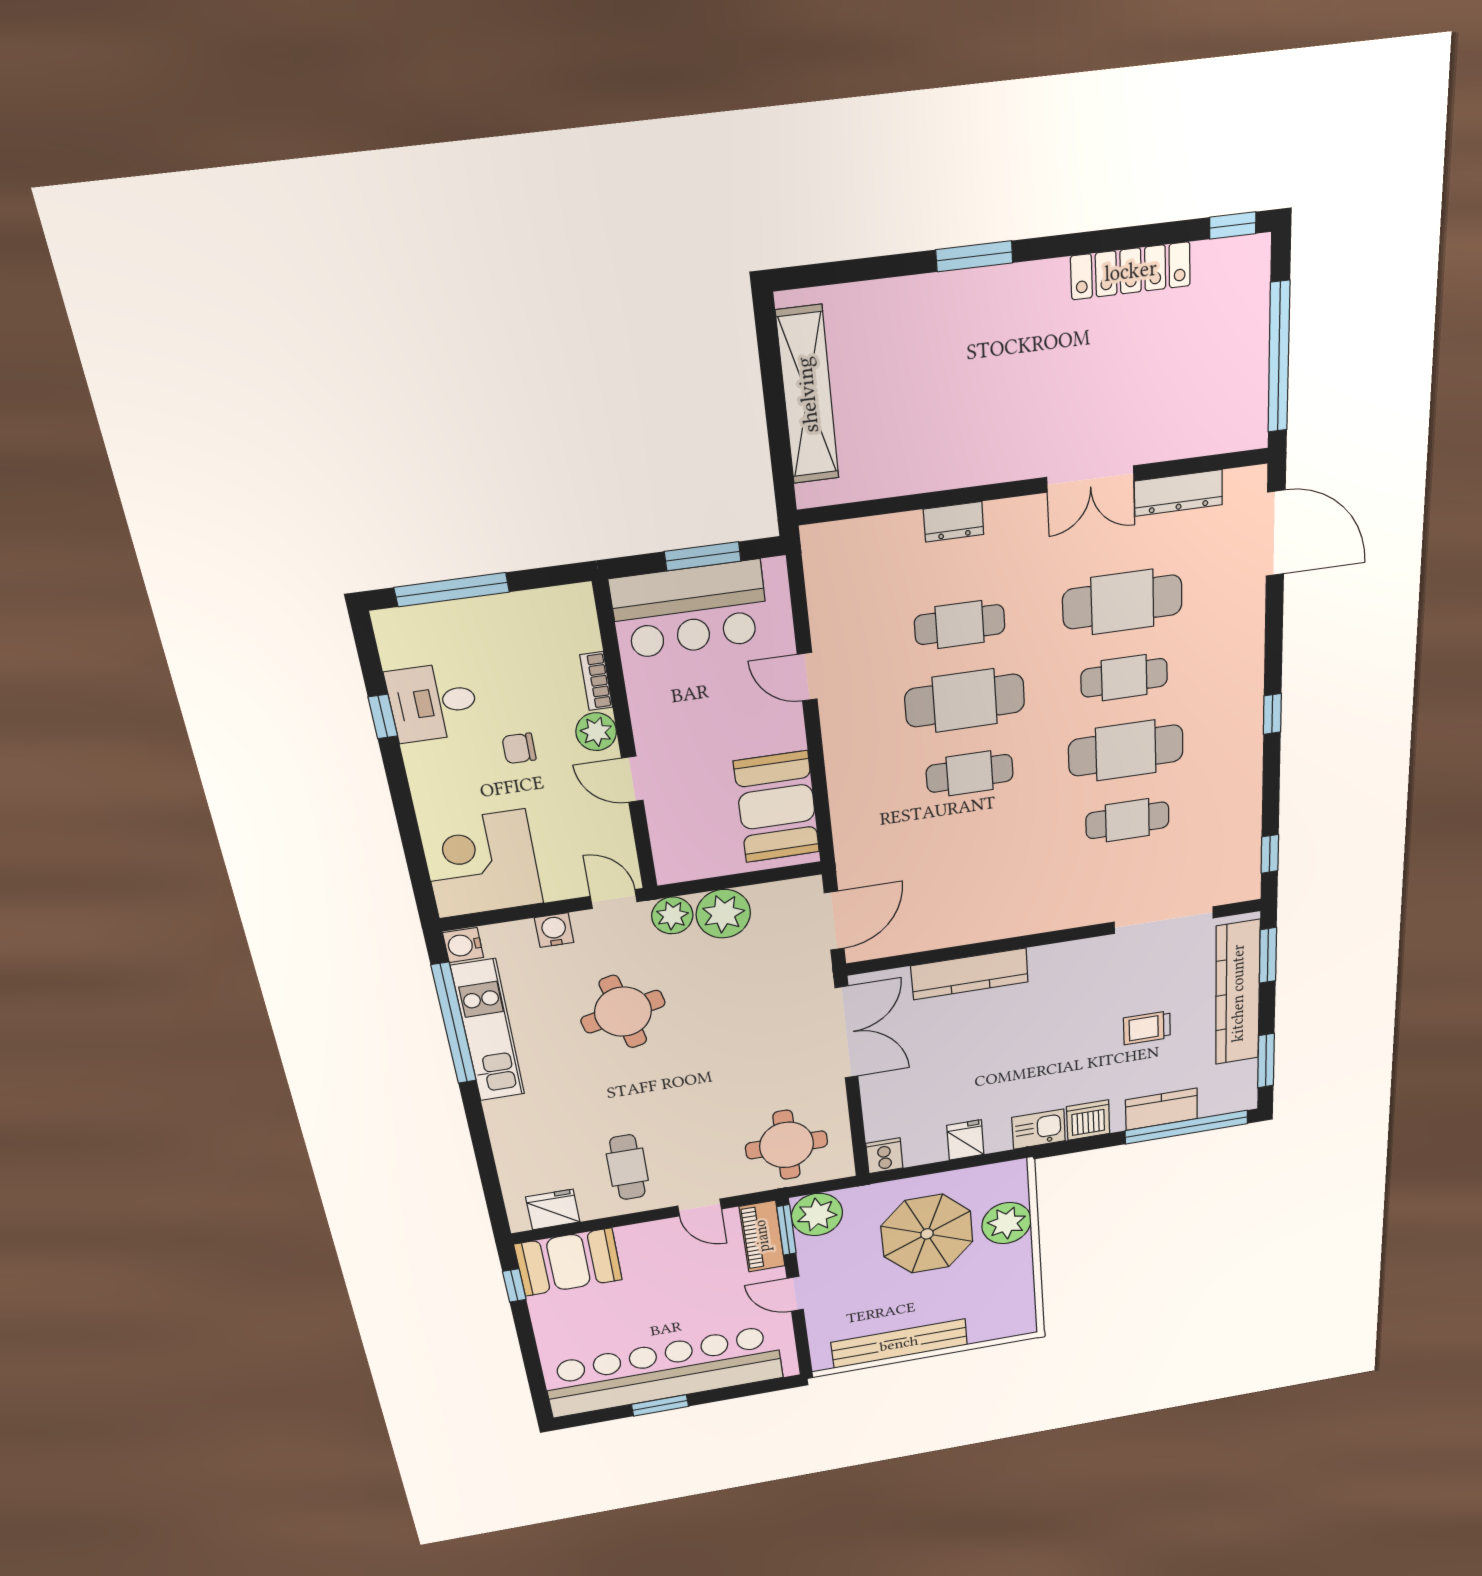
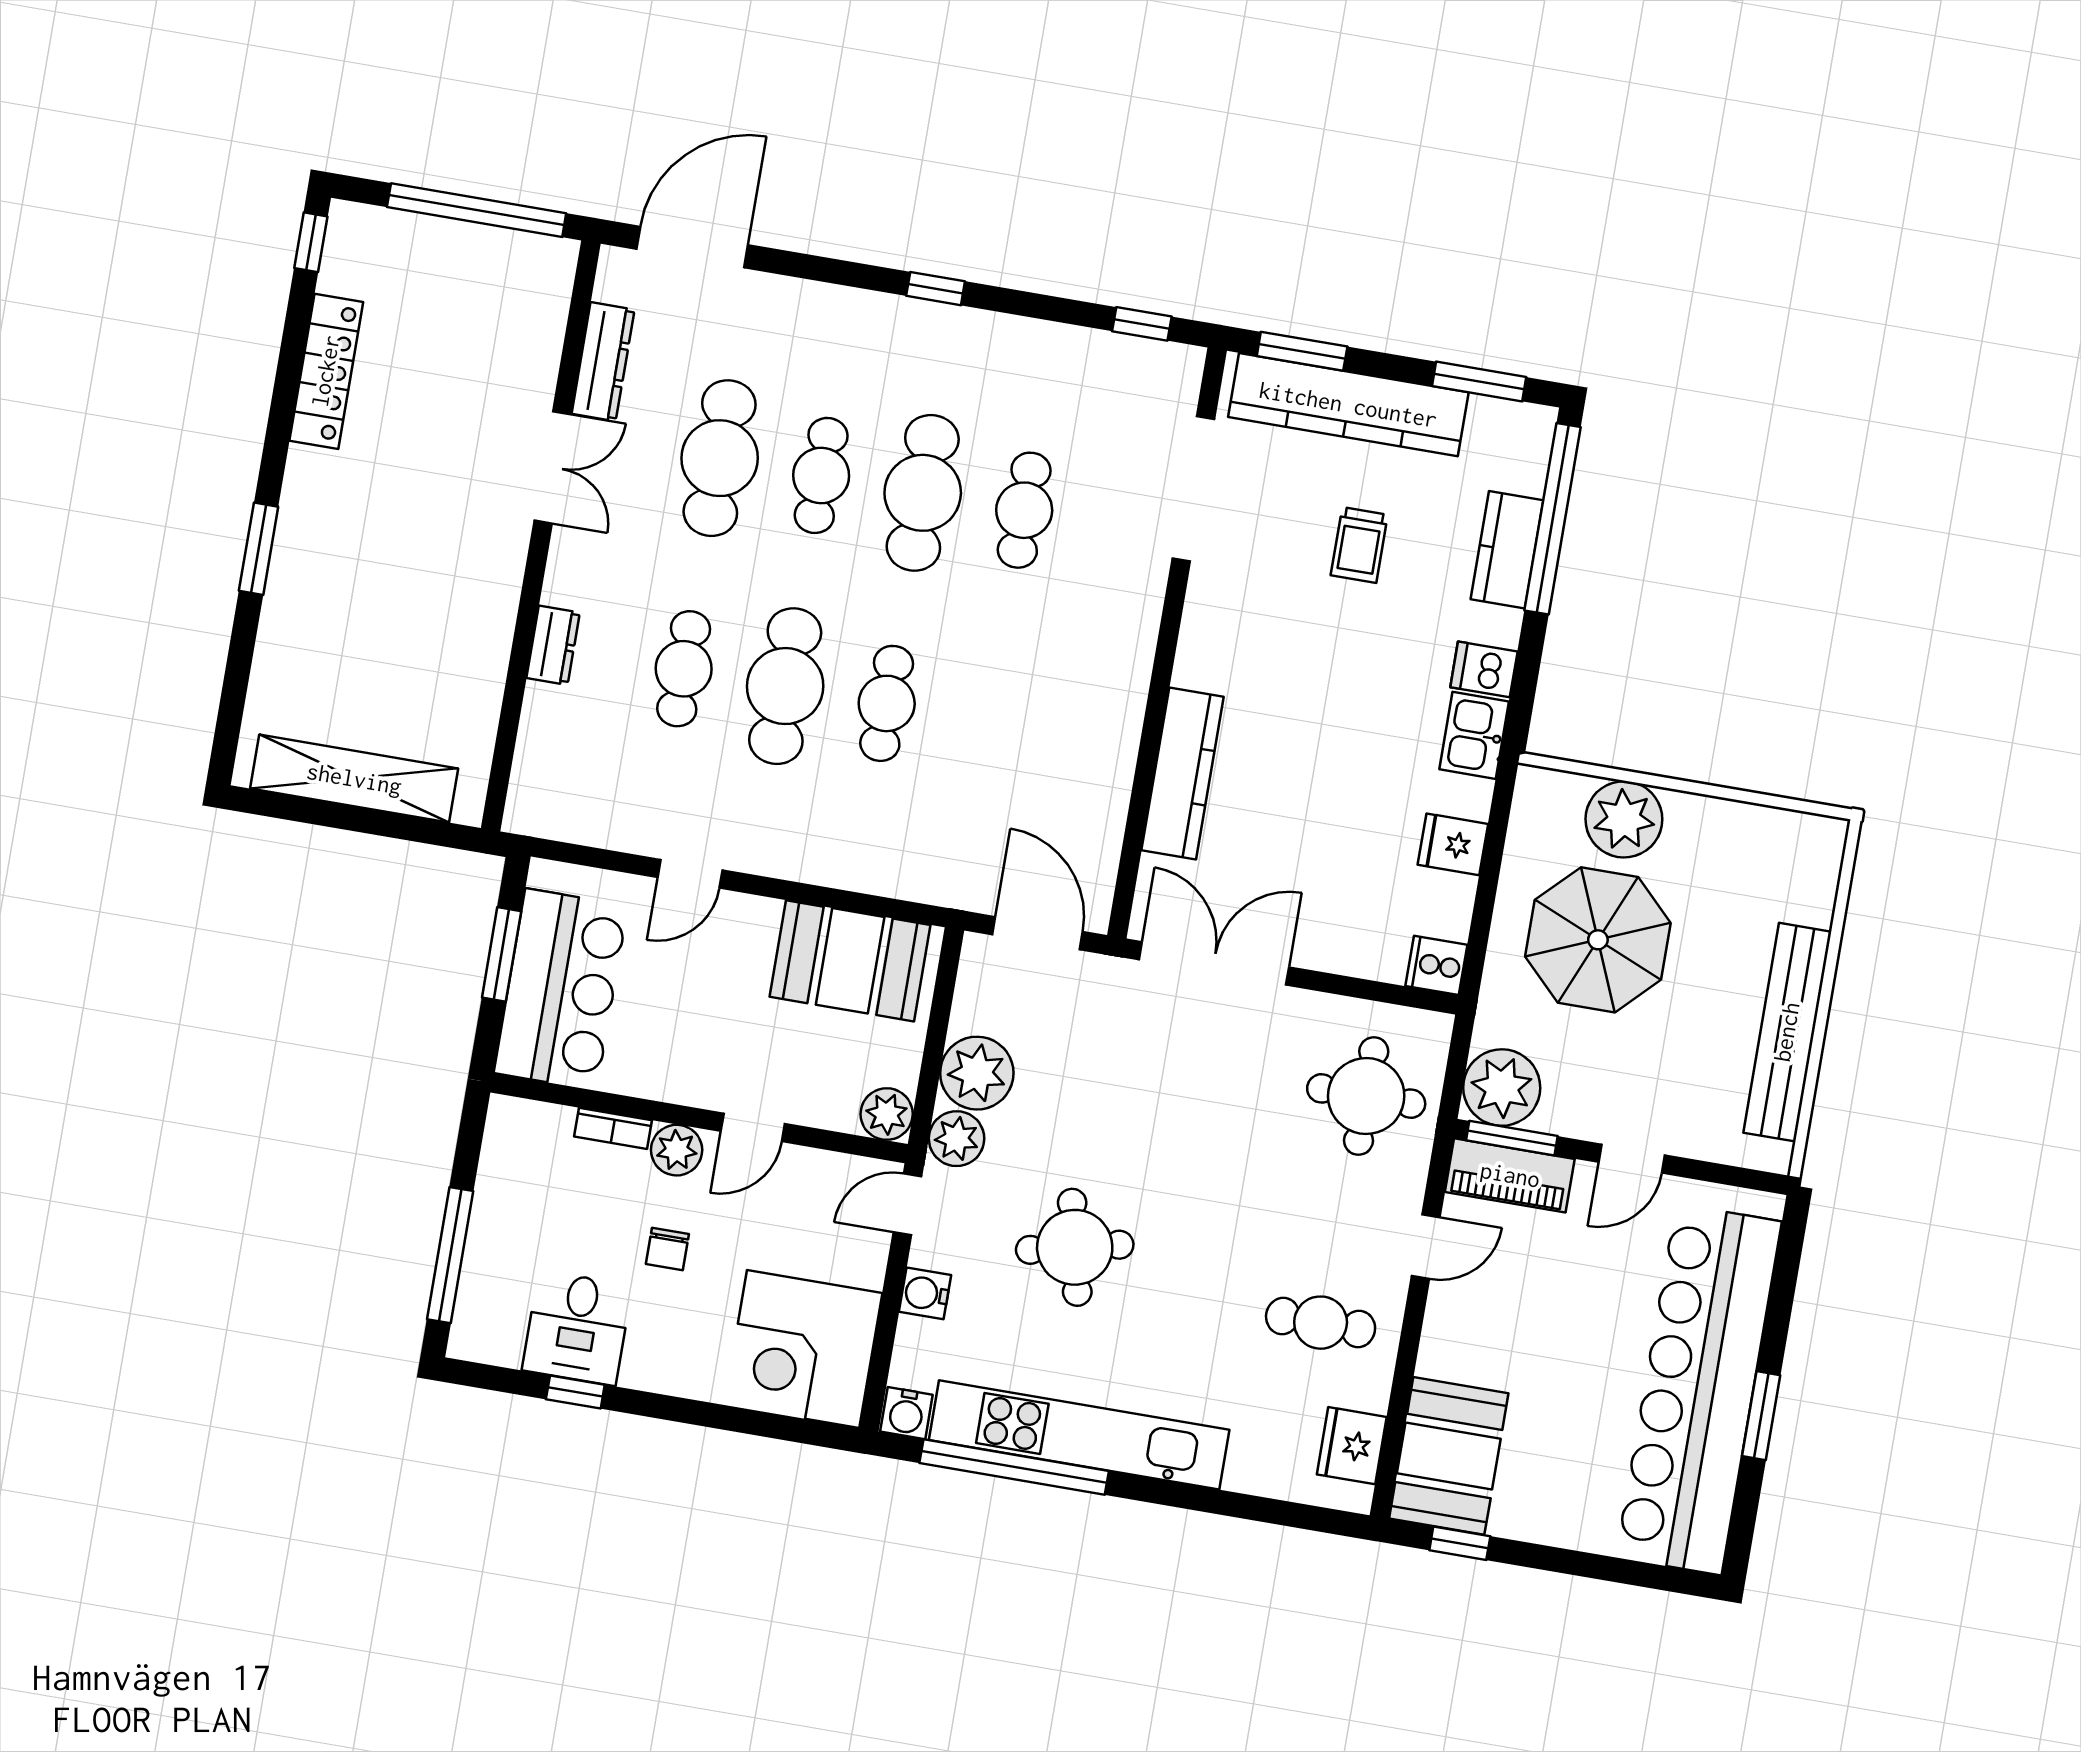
plant: (674, 865) -> (887, 1114), added
kitchen unit: (488, 1031) -> (1079, 1435), width x1.36
dishwasher: (1088, 1120) -> (1484, 669), width x0.73

